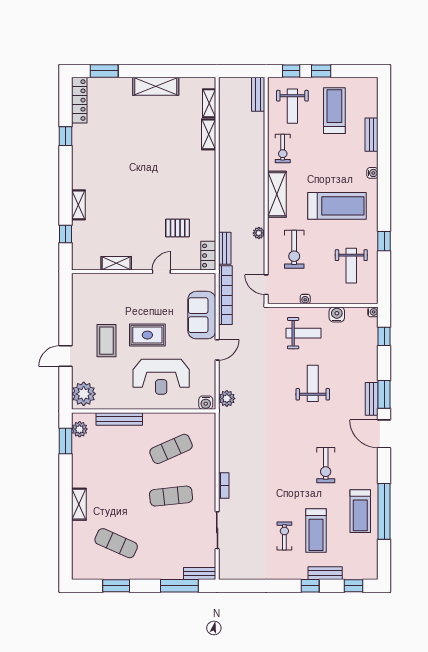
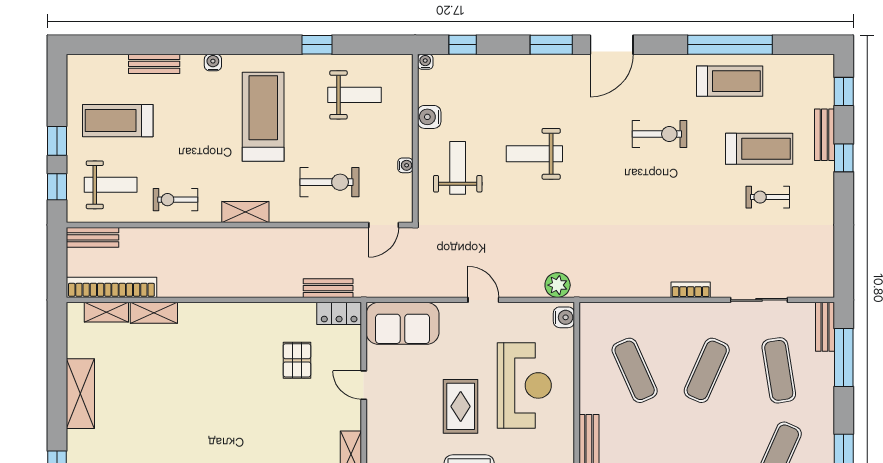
exercise bike: (283, 148) -> (175, 200), turned 180
shelving: (277, 194) -> (245, 212), width x0.67, depth x0.75
plant: (259, 233) -> (305, 236), removed
bookcase: (225, 295) -> (111, 287), moved
sofa: (202, 315) -> (403, 323), moved
bench: (372, 399) -> (558, 64), removed
exercise mat: (171, 496) -> (707, 370), turned 30
exercise mat: (171, 543) -> (779, 370), added

